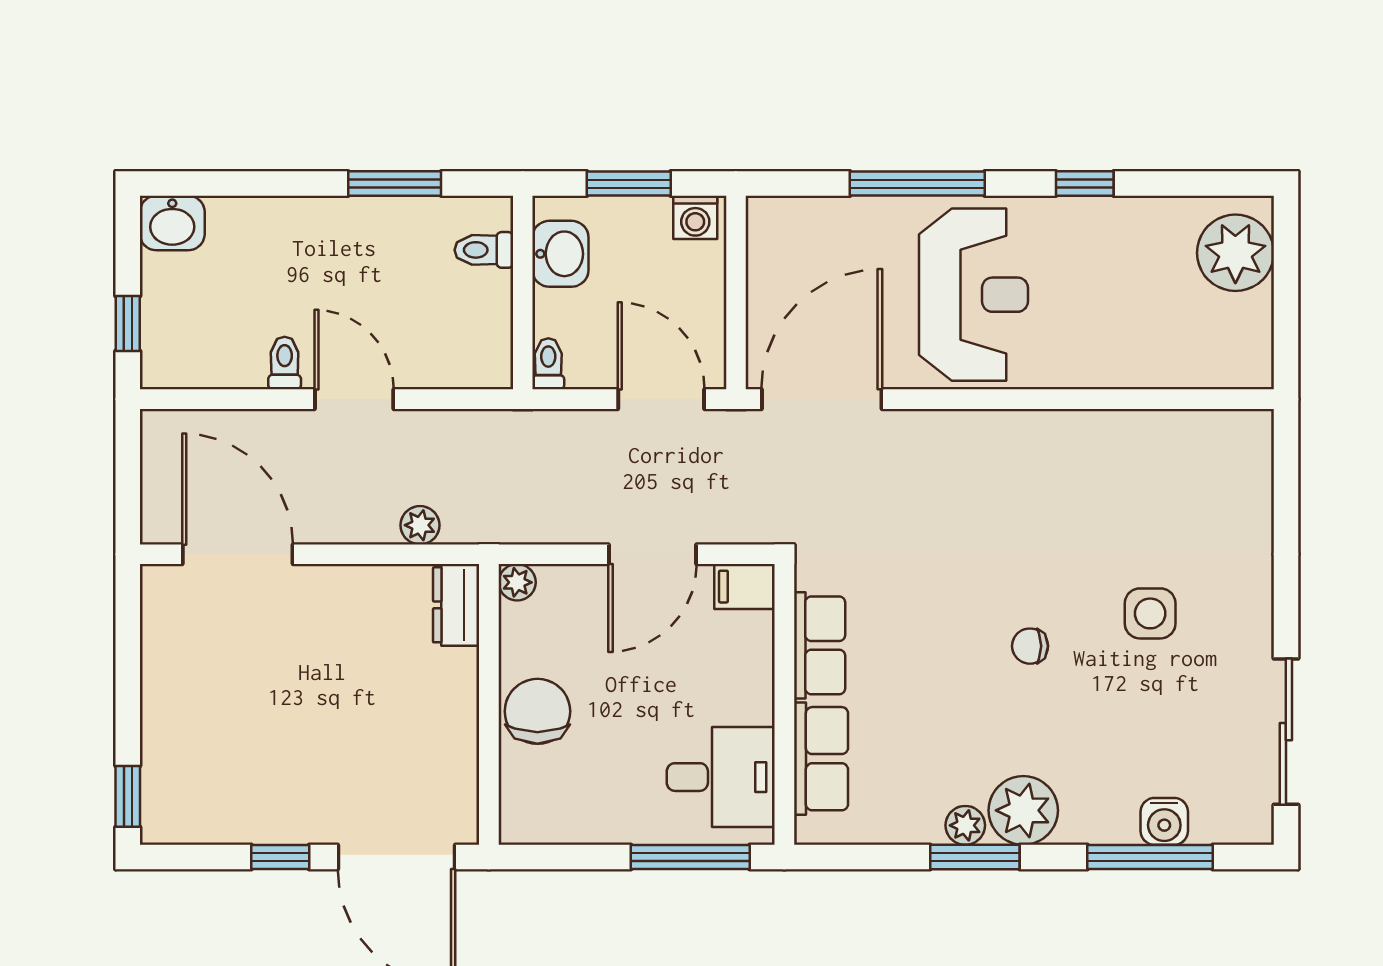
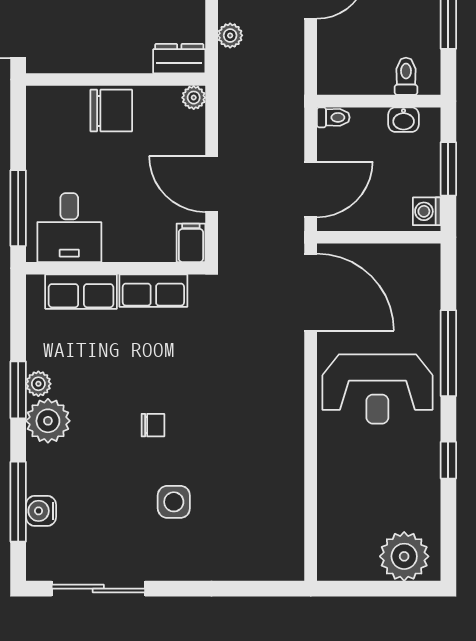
washbasin: (560, 254) -> (404, 120), width x0.72, depth x0.69
chair: (1030, 646) -> (153, 425), turned 90

